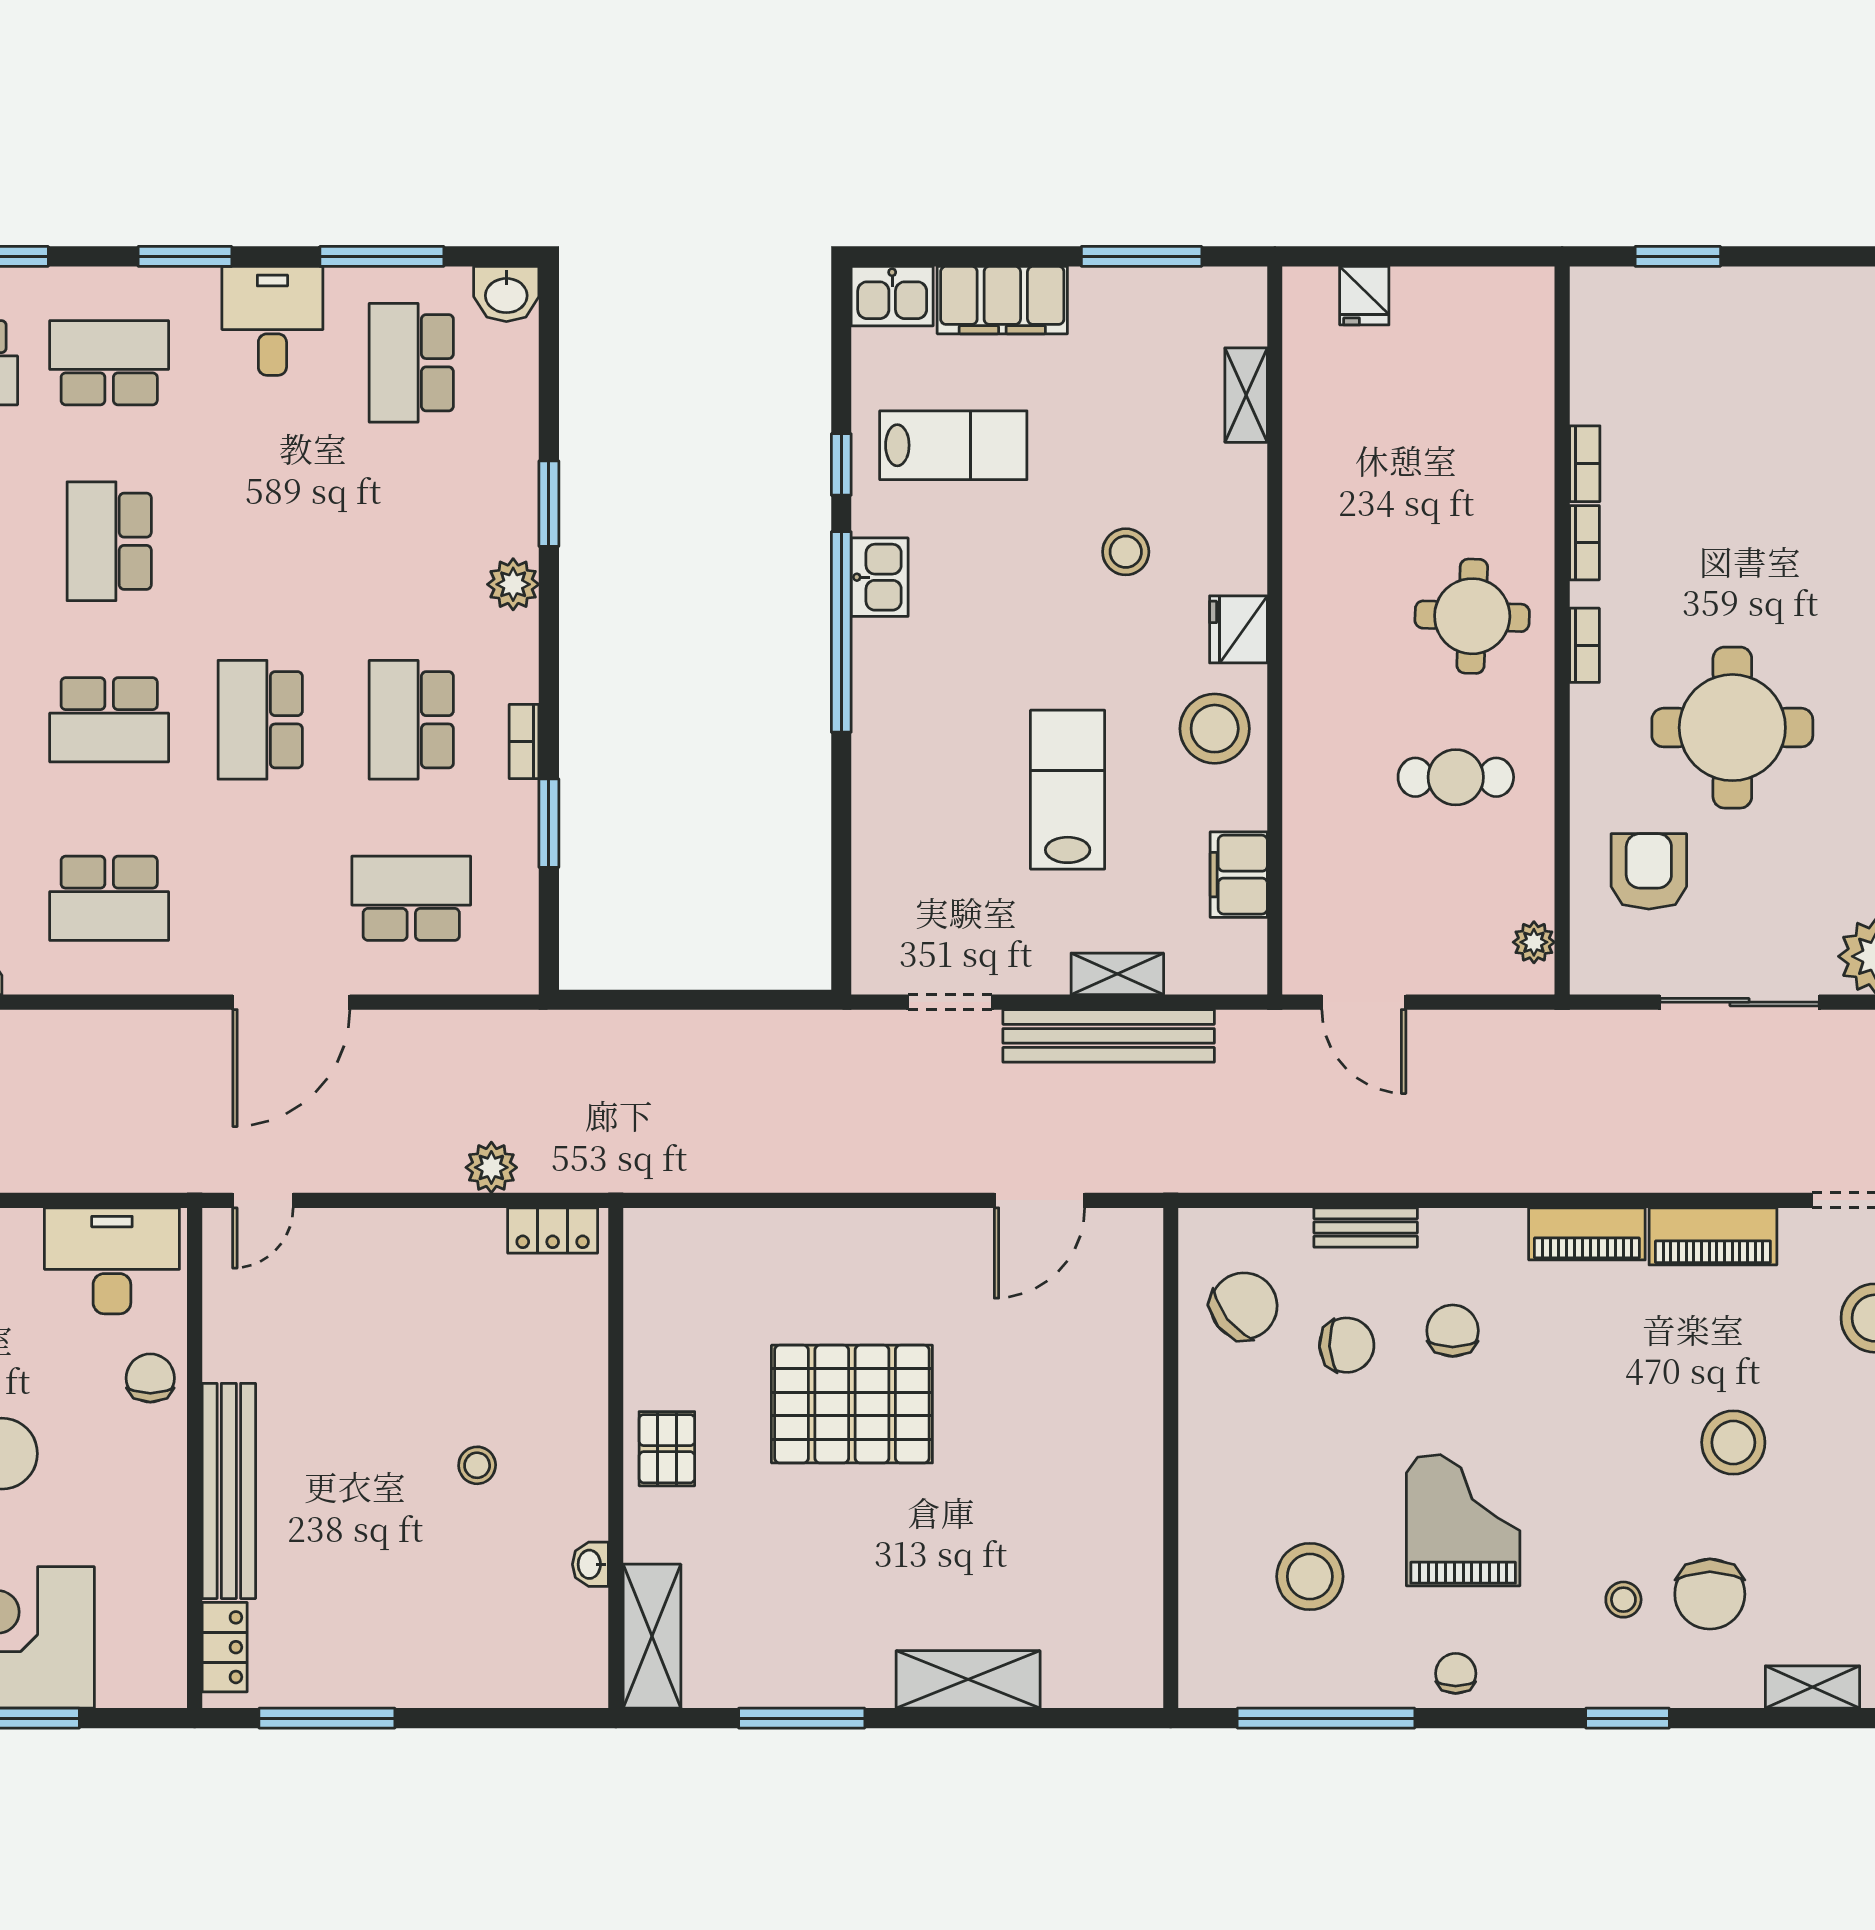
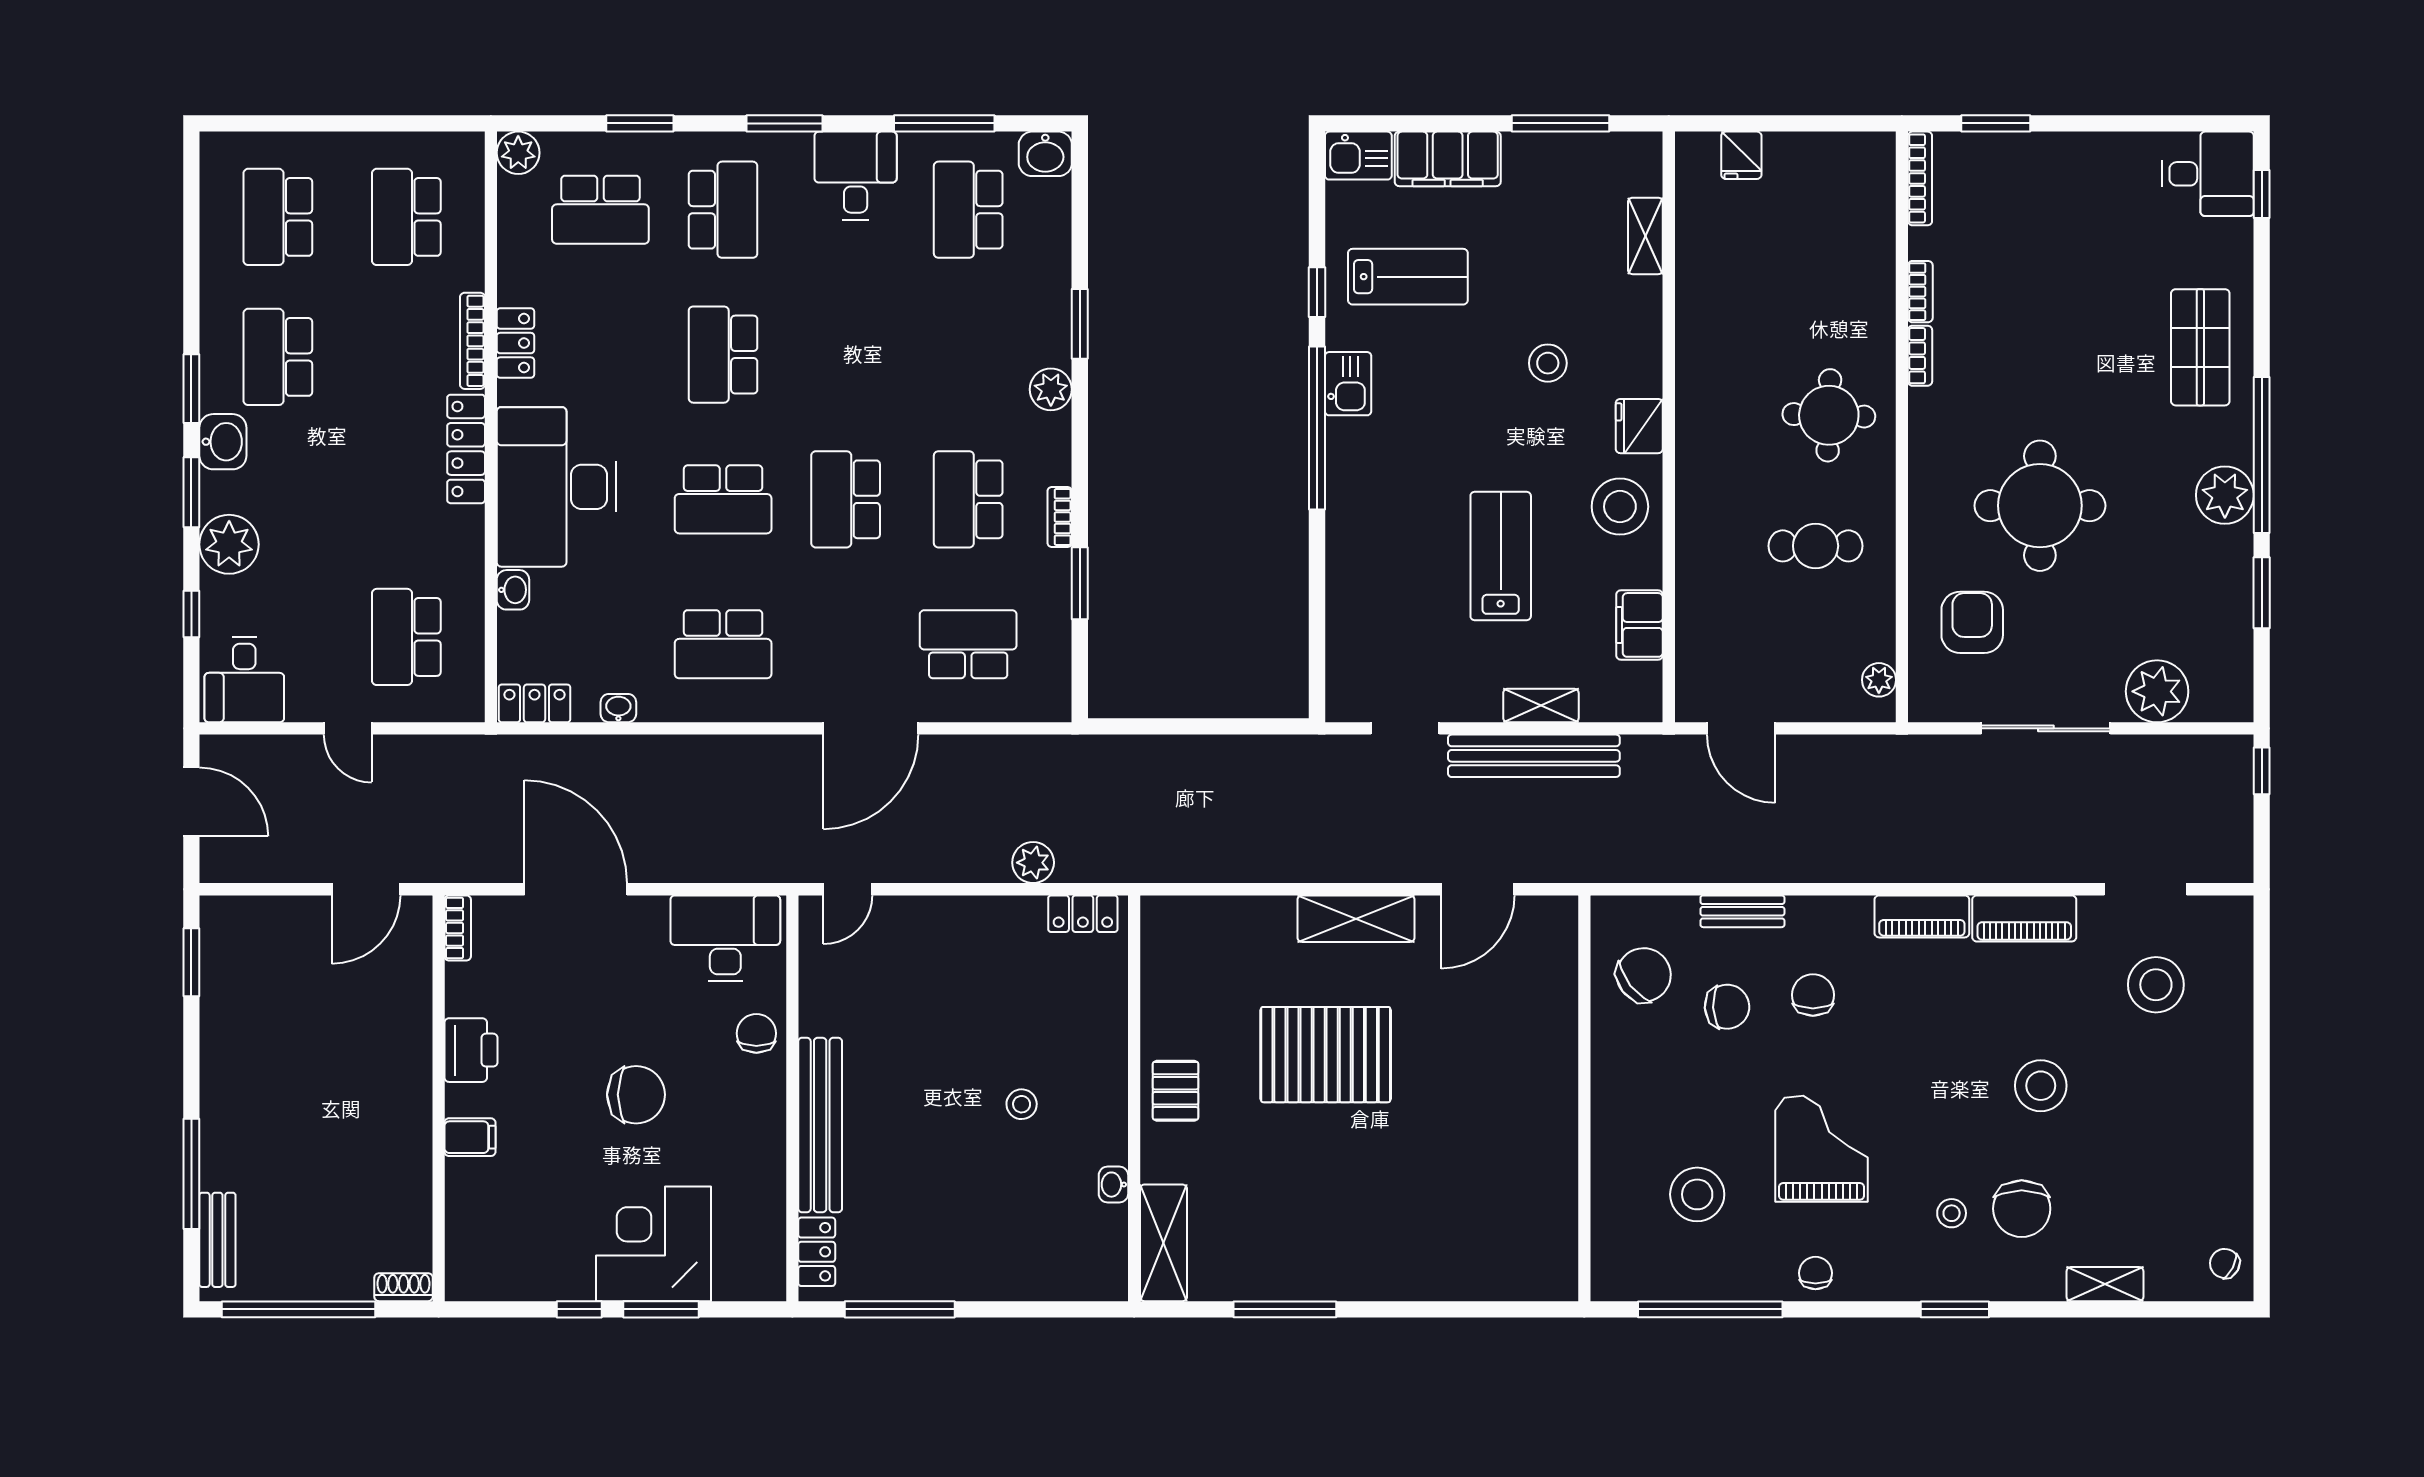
school desk: (109, 363) -> (723, 210), turned 90
bookcase: (1584, 645) -> (1920, 178), moved, width x1.56
shelving: (968, 1679) -> (1356, 919), moved

